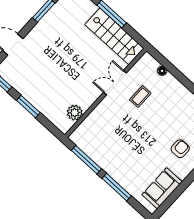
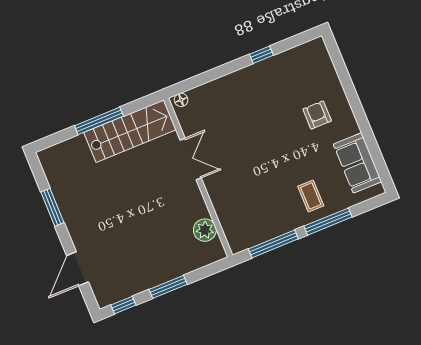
floor lamp: (162, 71) -> (181, 100), moved
double door: (115, 83) -> (191, 159), swing flipped
coffee table: (140, 97) -> (311, 196), moved

